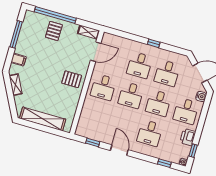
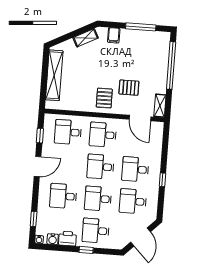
pallet: (54, 31) -> (129, 88), moved
water cooler: (201, 96) -> (53, 239), moved
desk: (95, 117) -> (68, 132), added
window: (193, 151) -> (86, 250), moved

